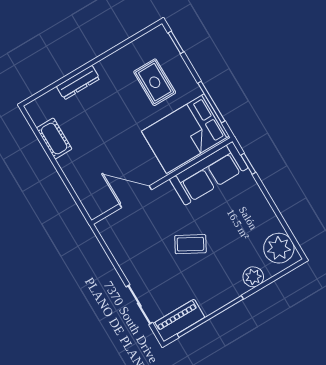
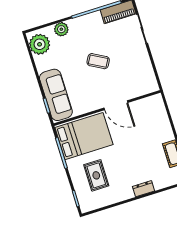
dresser: (78, 83) -> (143, 189), width x0.70
sofa: (209, 173) -> (56, 95), moved, turned 90
door: (135, 197) -> (116, 105), moved

